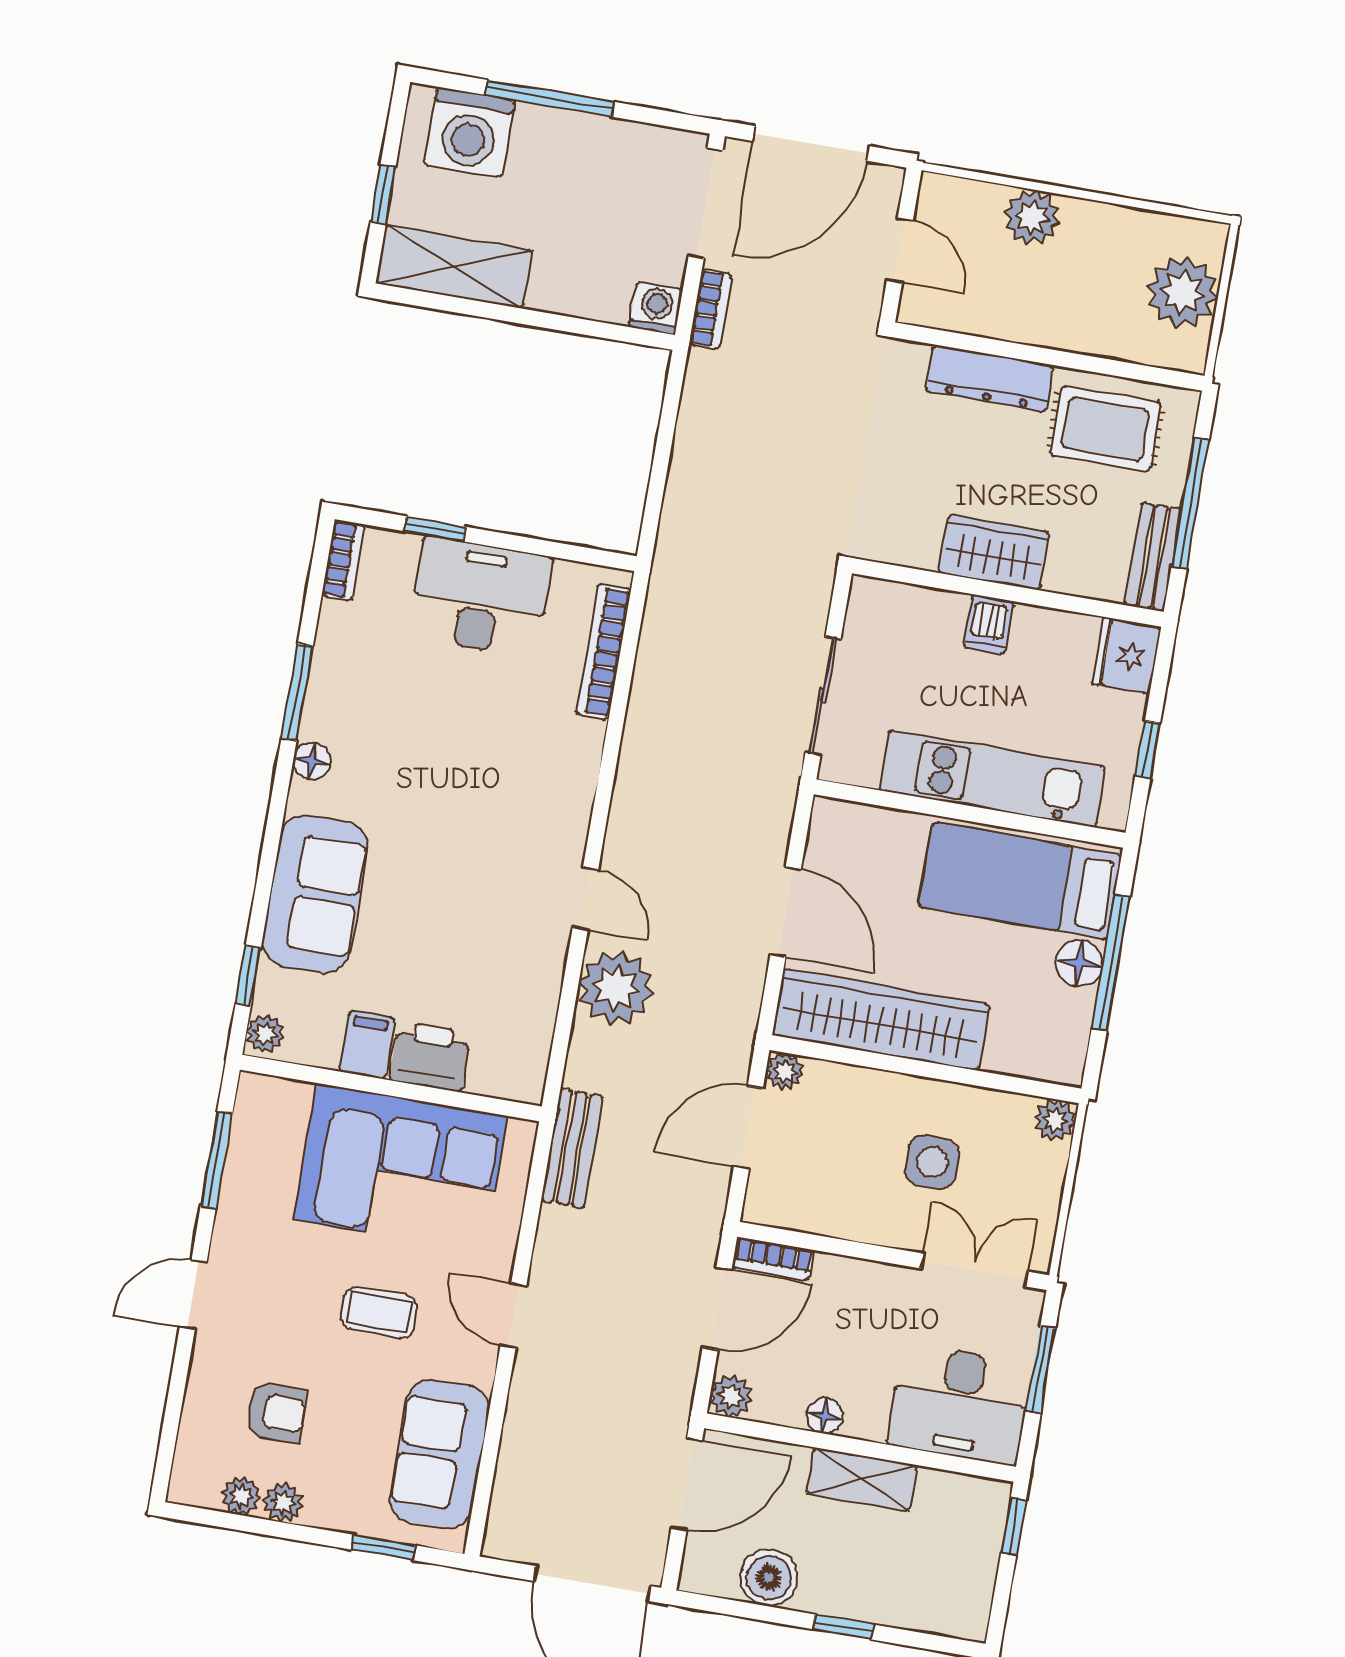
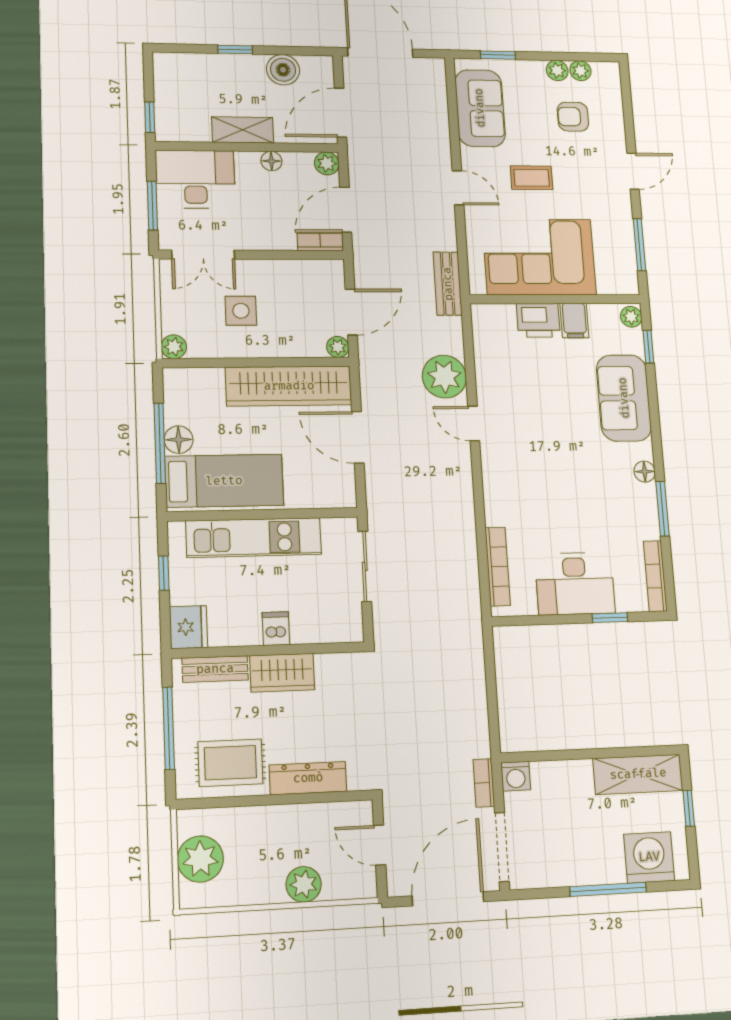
bench: (1153, 557) -> (215, 669), moved, turned 90
bookcase: (343, 560) -> (655, 576), width x1.56

